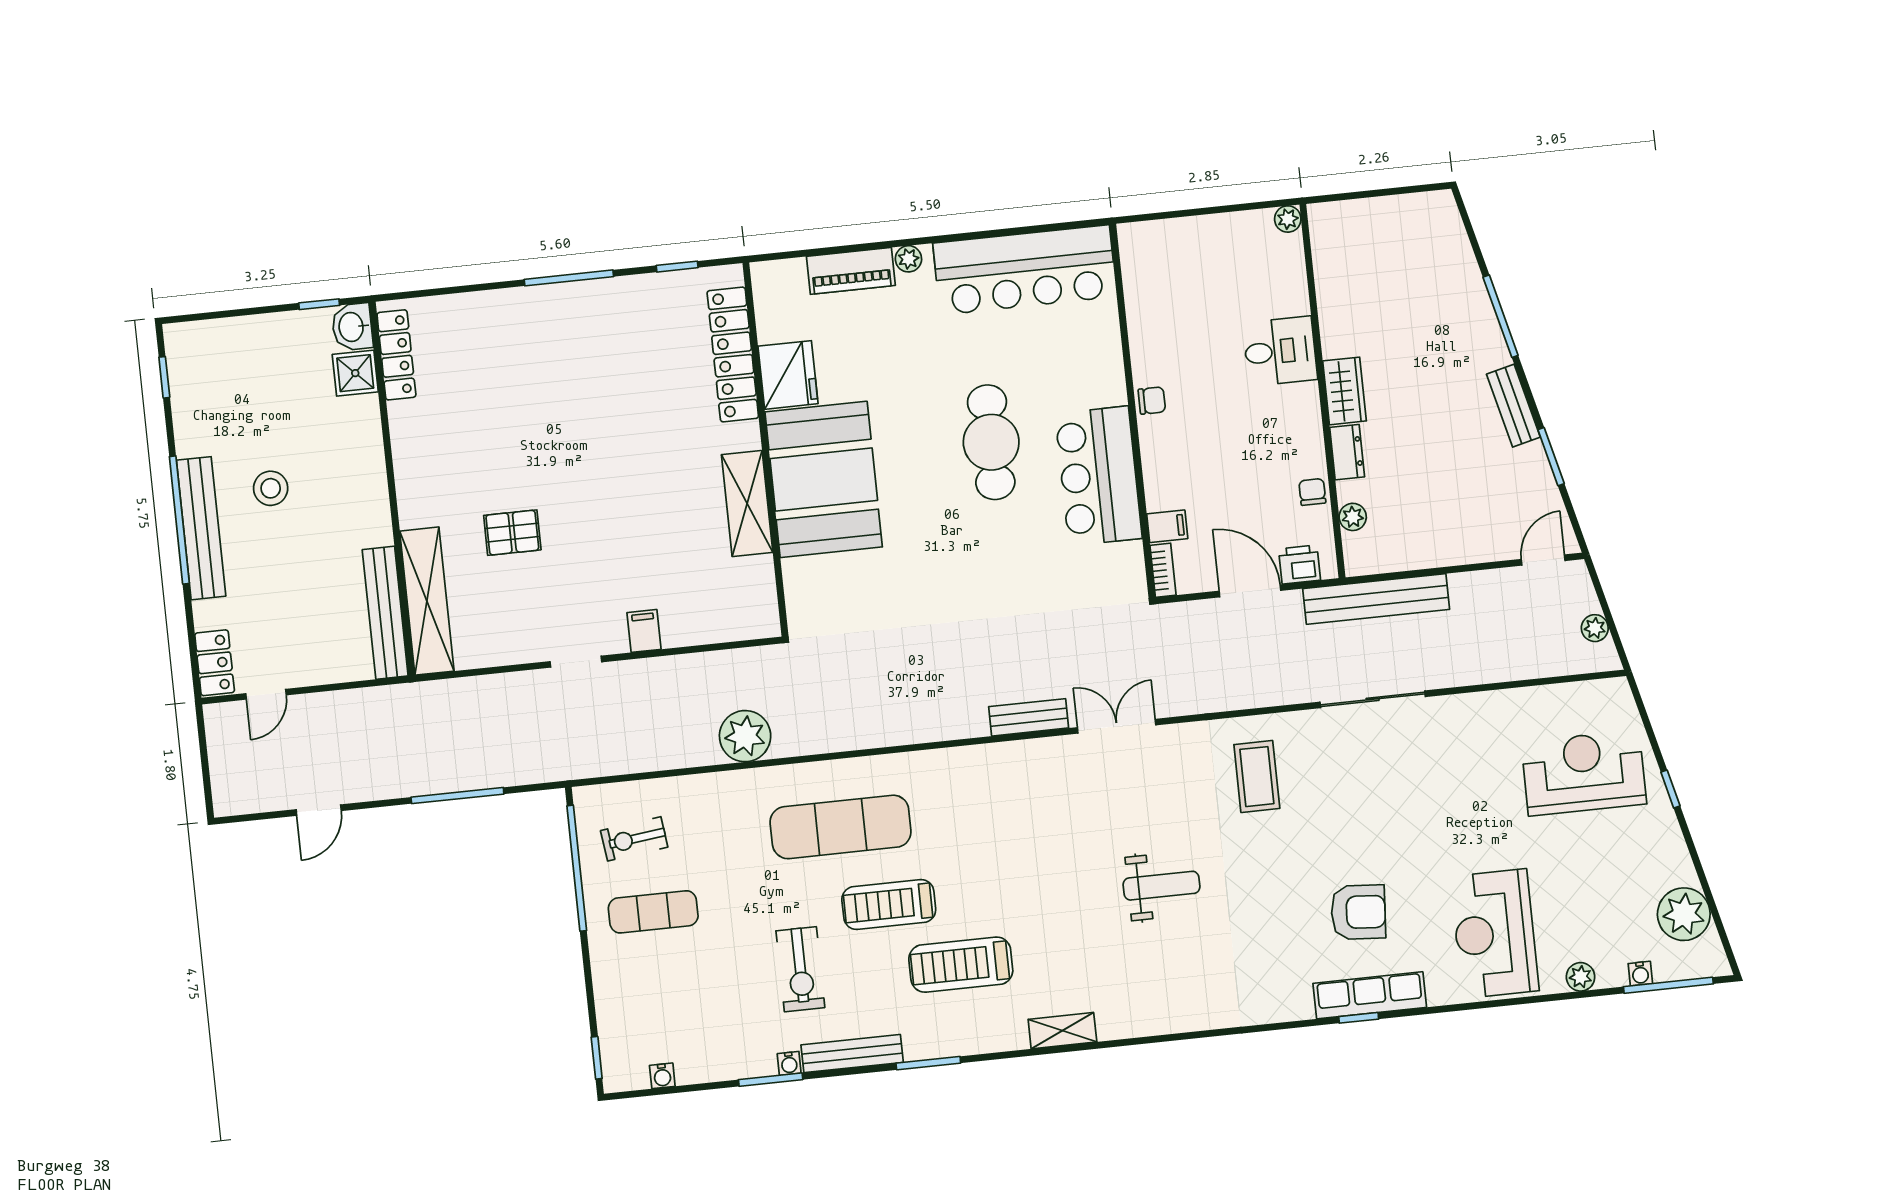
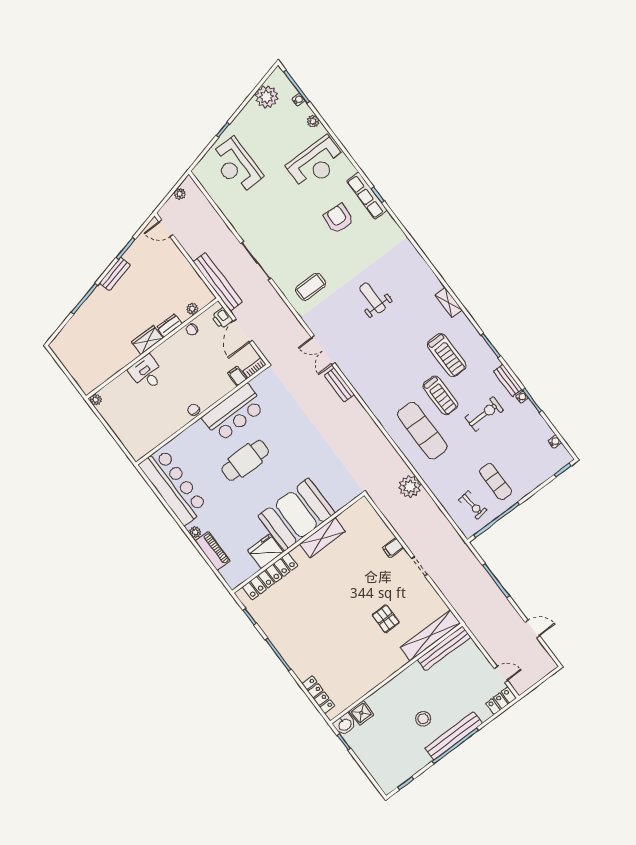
locker: (396, 355) -> (318, 695), moved, turned 90
bench: (852, 1054) -> (508, 380), width x0.73

